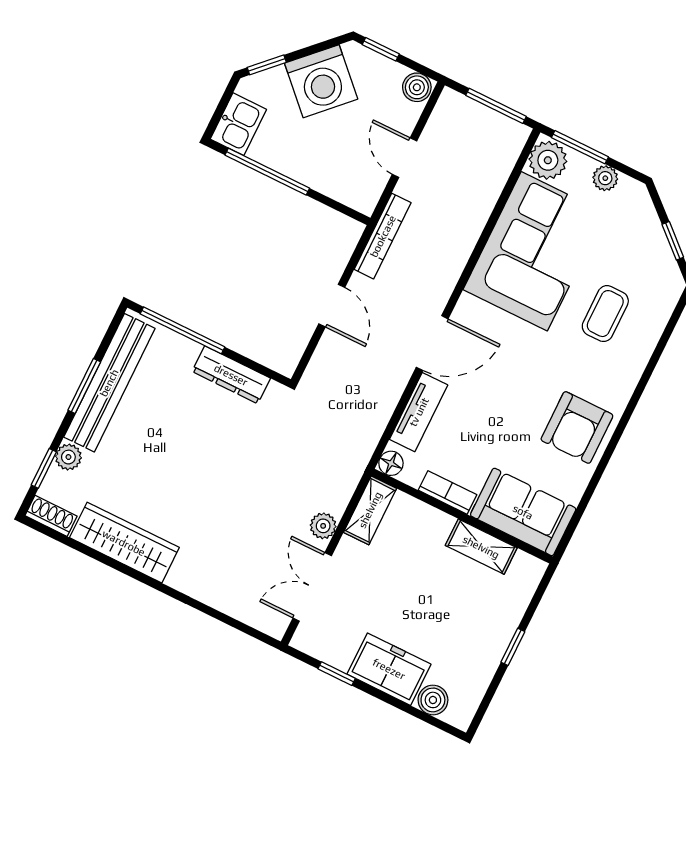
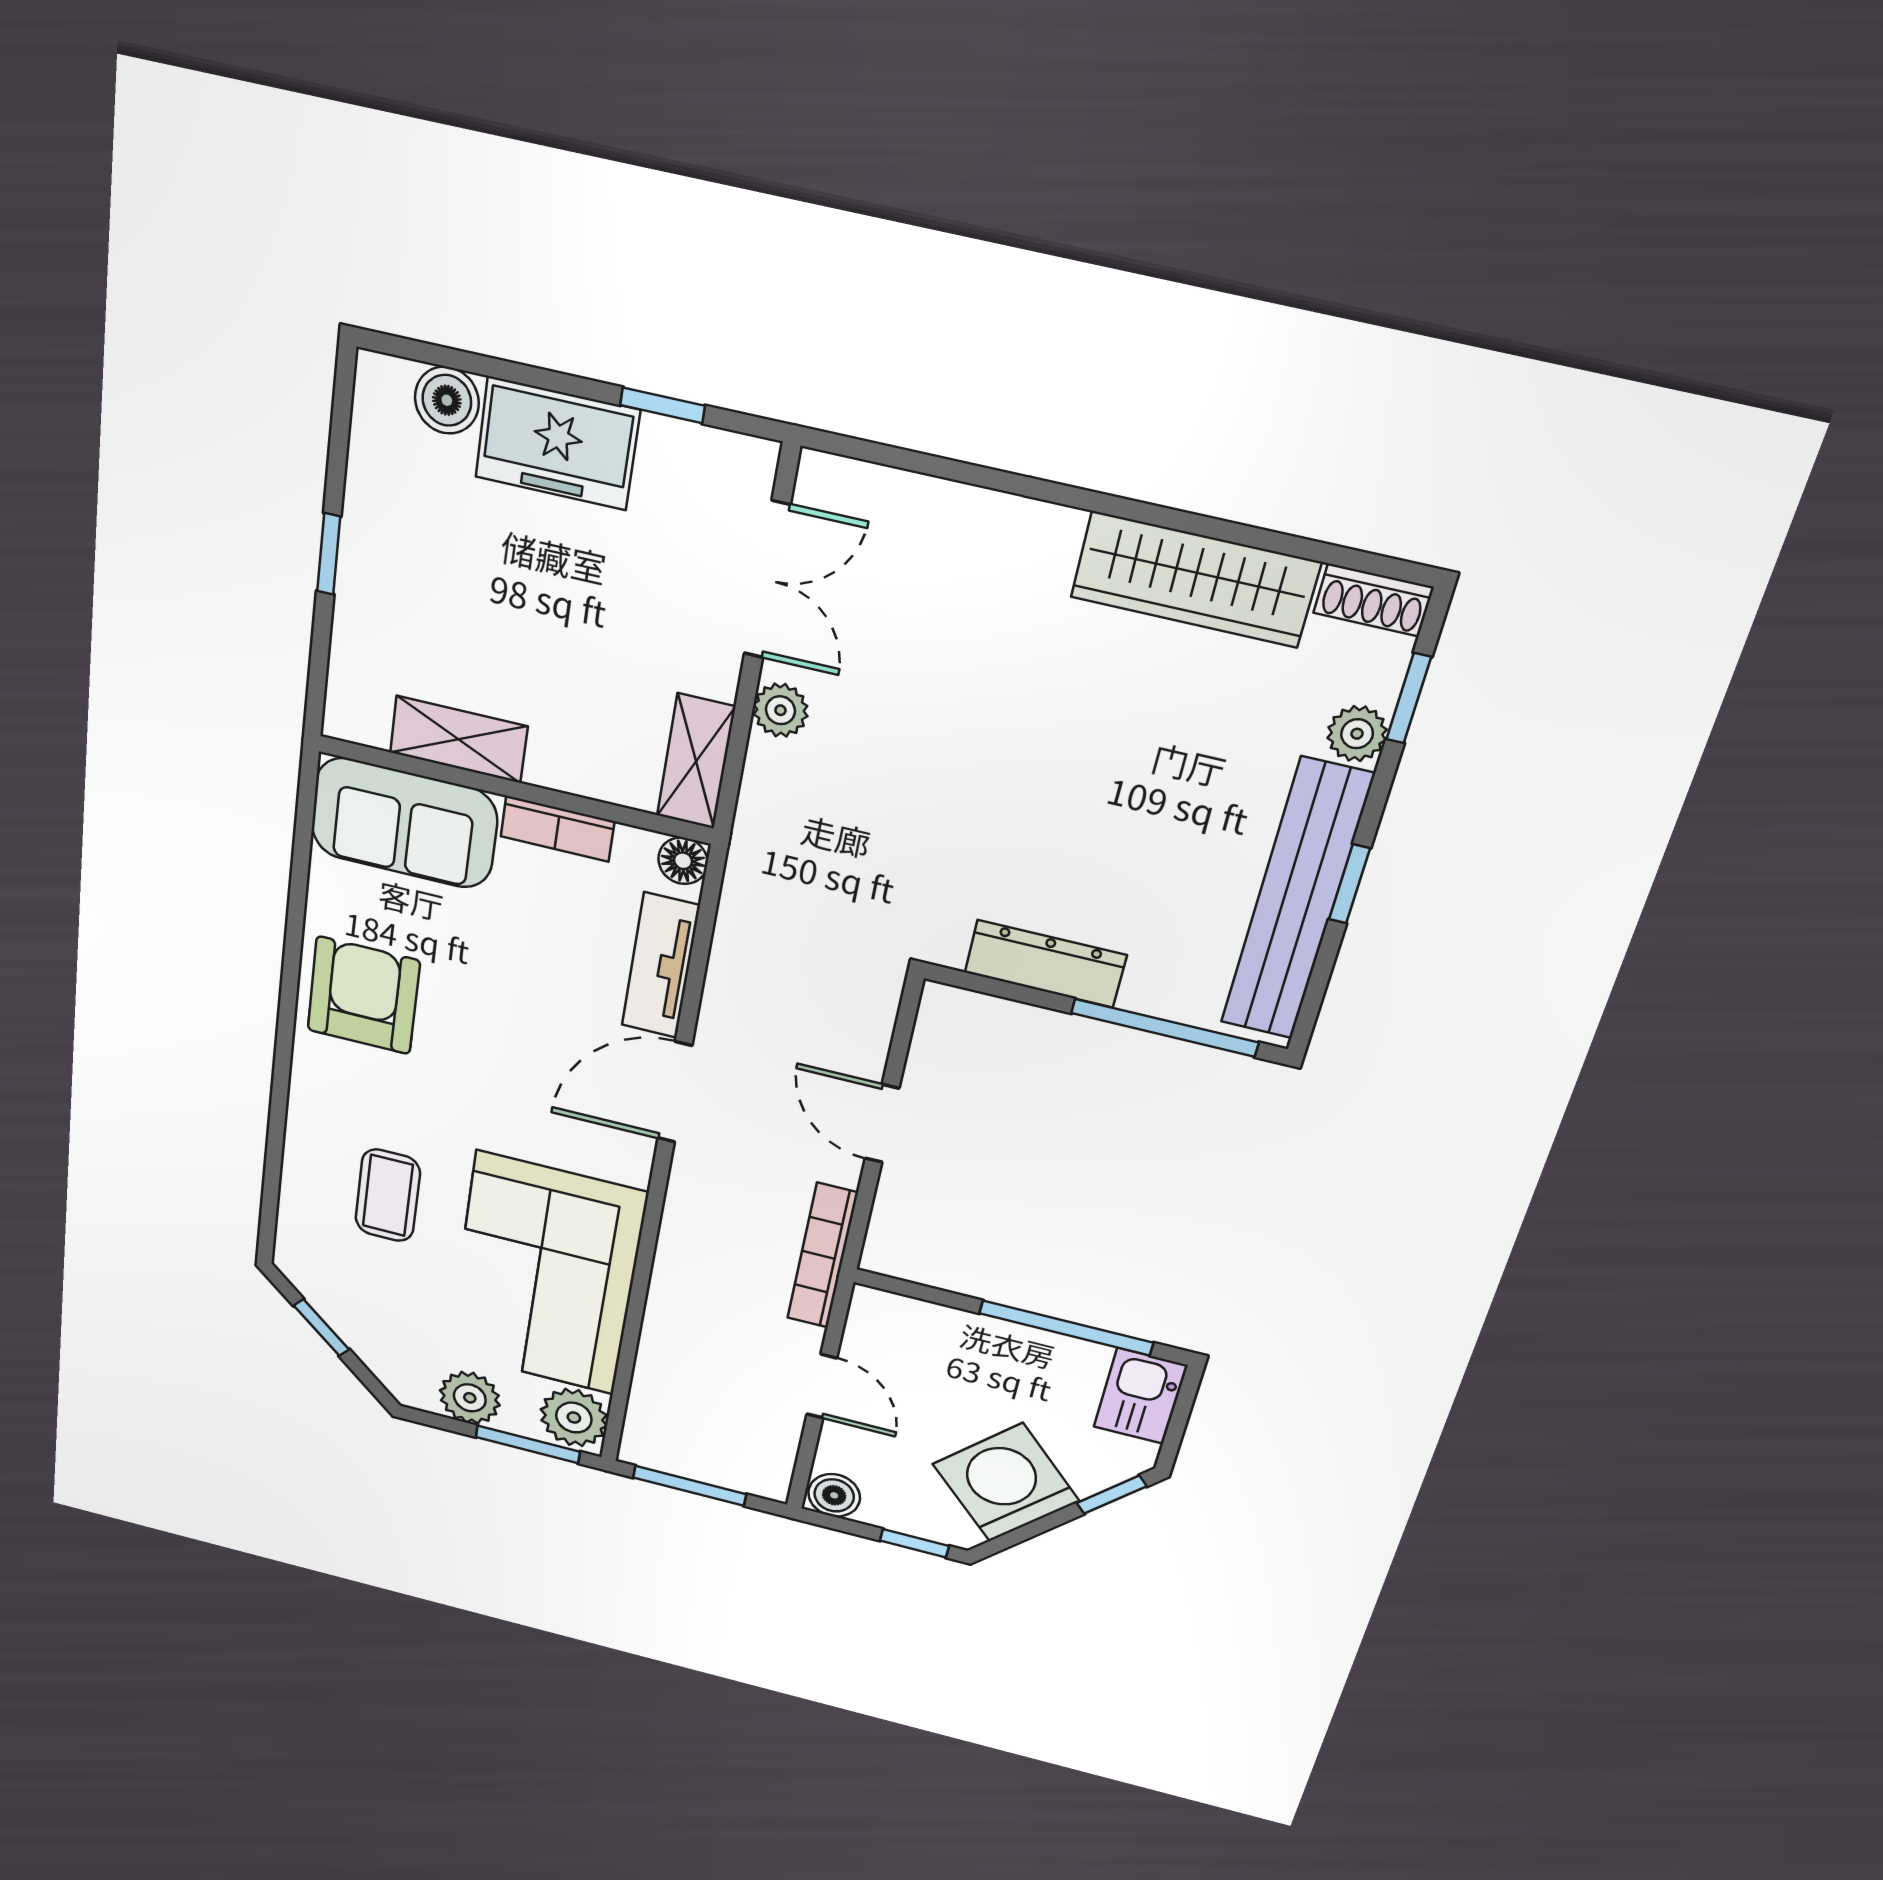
plant: (605, 178) -> (470, 1398), width x1.38, depth x1.38
window: (84, 386) -> (1349, 884), width x0.67

